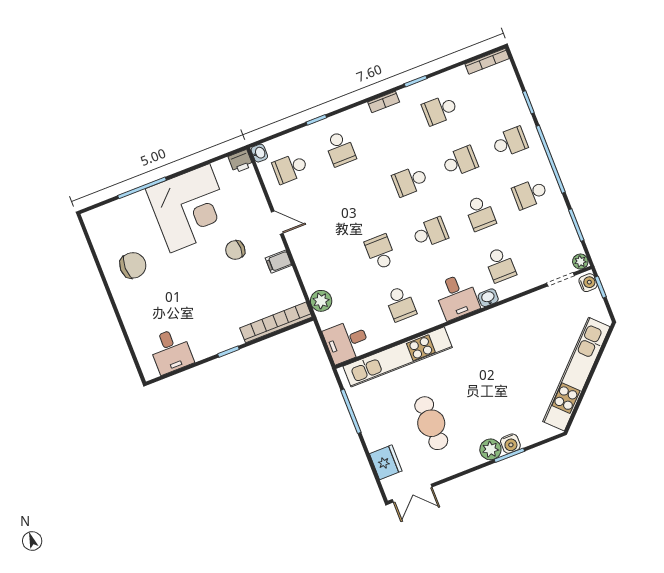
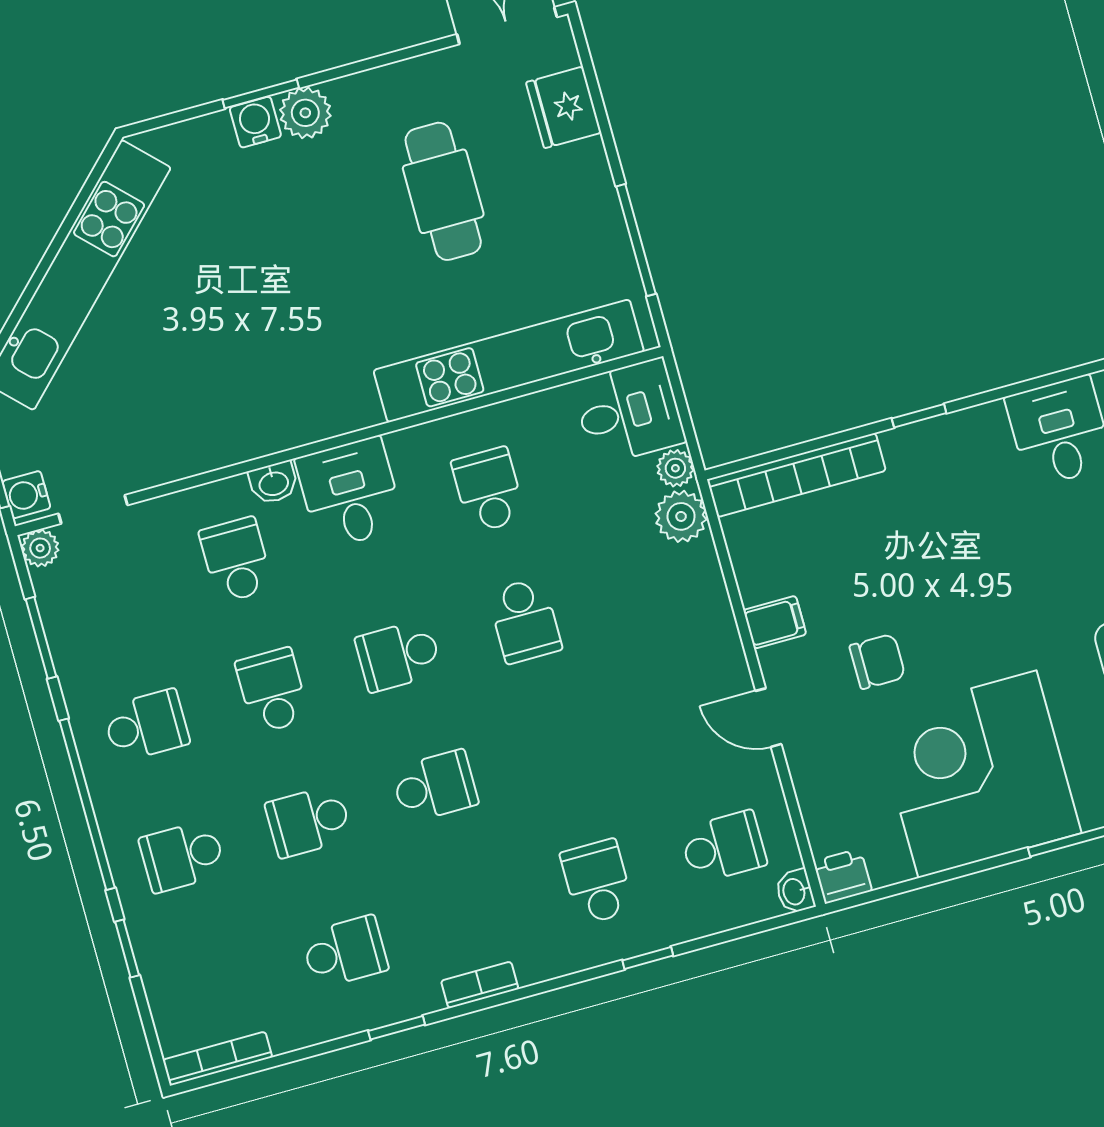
plant: (325, 320) -> (675, 468), added

